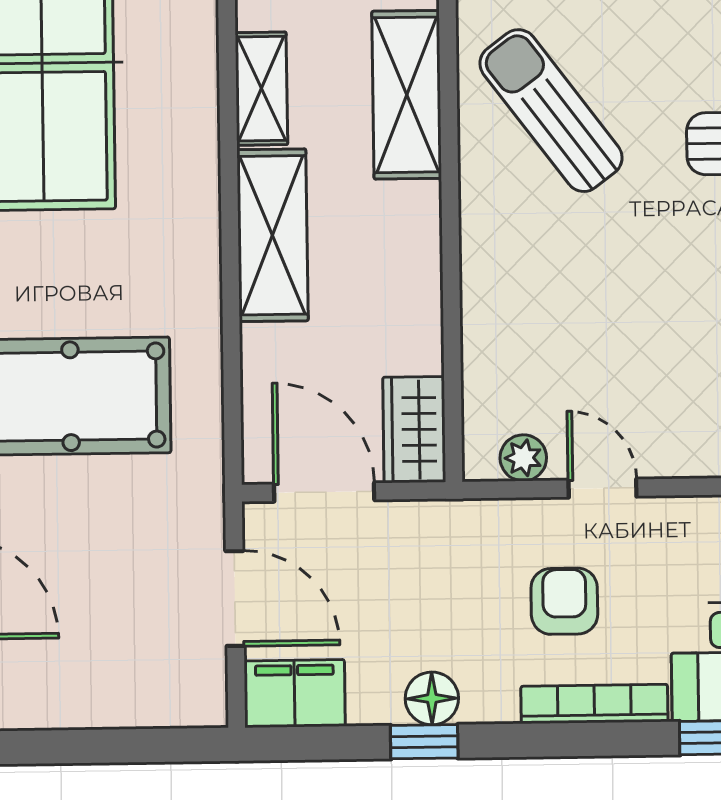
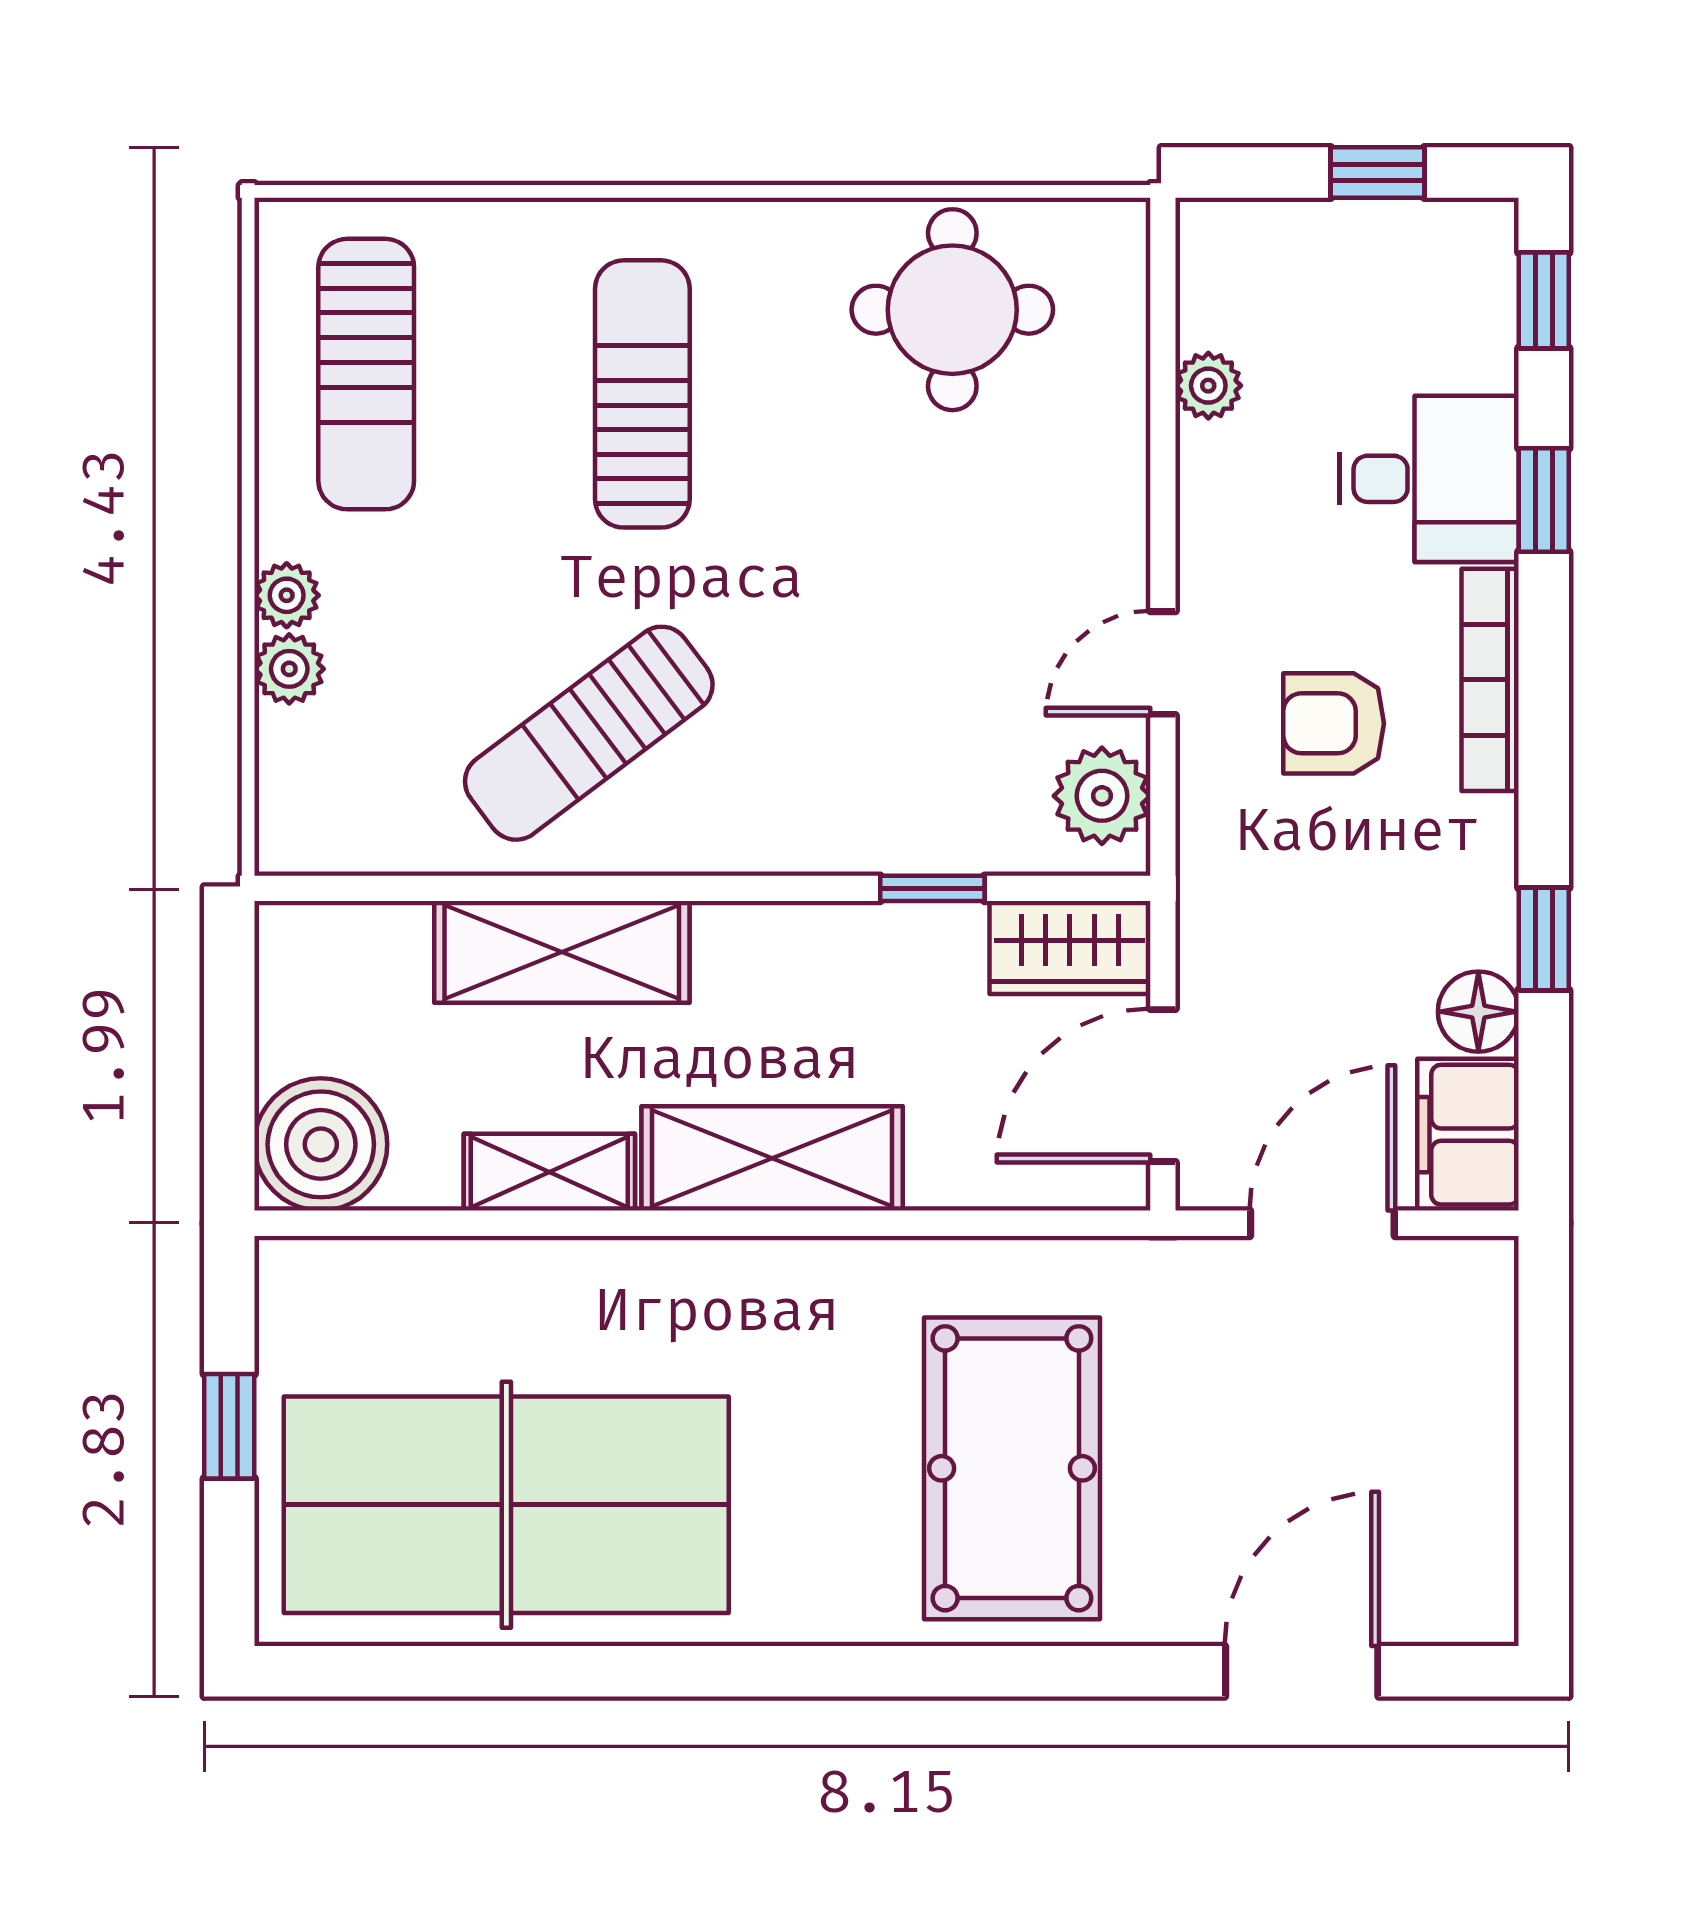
window: (452, 338) -> (932, 888), added
plant: (523, 458) -> (1102, 796), width x1.38, depth x1.38
floor lamp: (432, 698) -> (1478, 1012), moved

